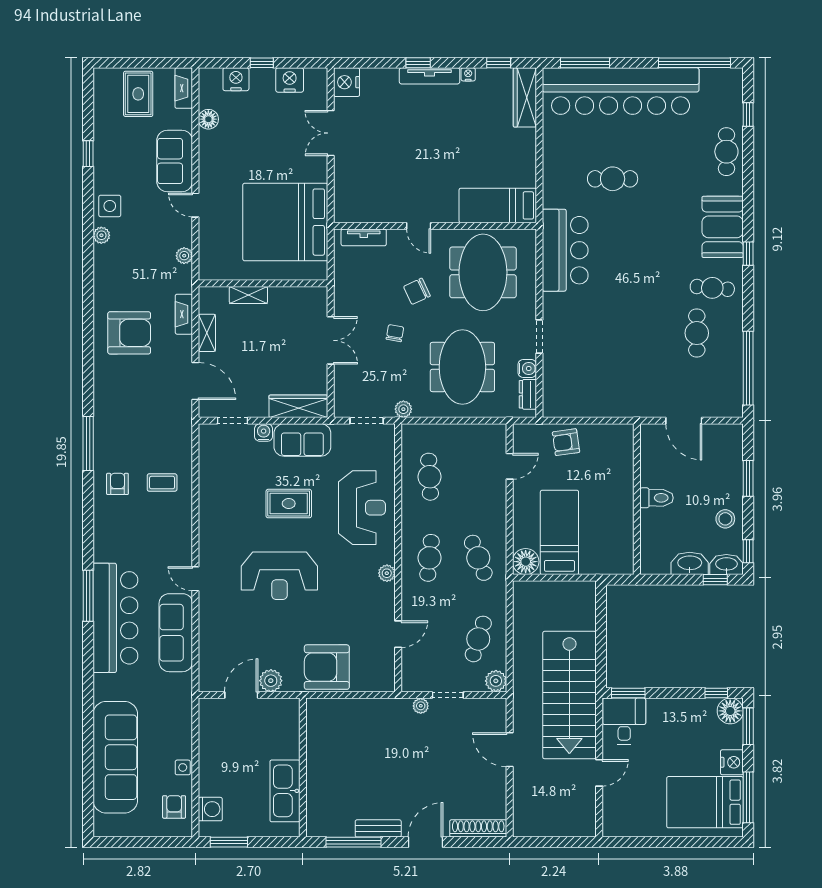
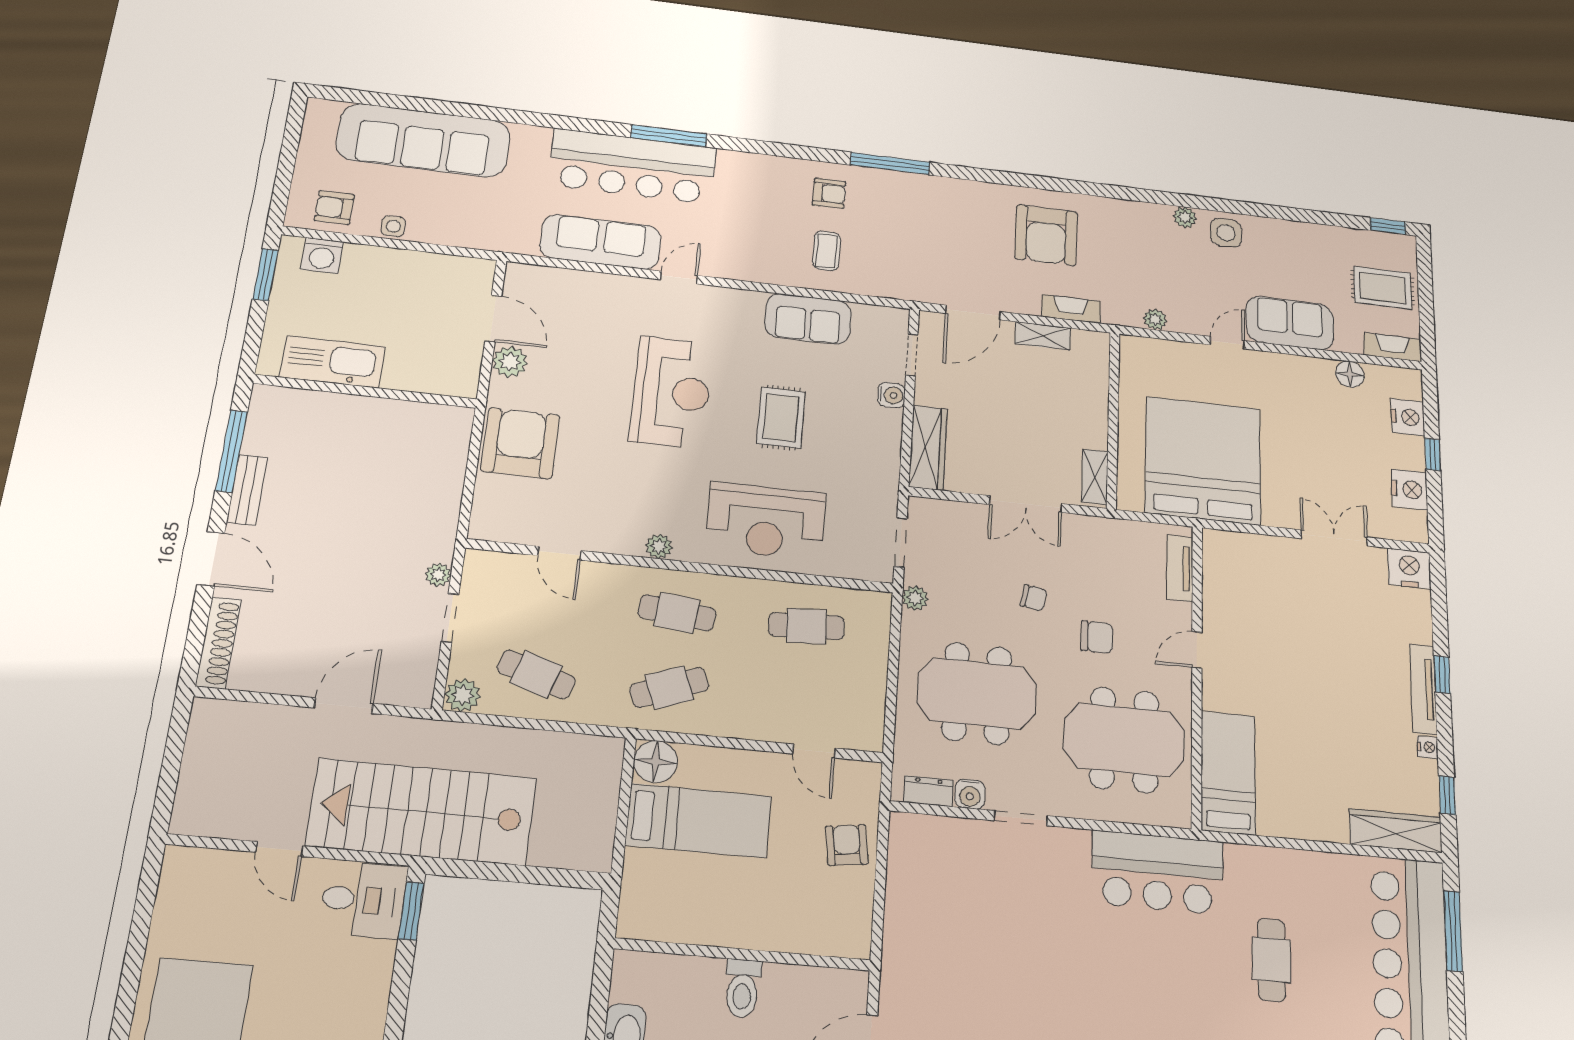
window: (88, 154) -> (1388, 226), moved
chair: (417, 291) -> (1097, 637), turned 115
shelving: (248, 295) -> (1095, 477), moved
sofa: (302, 440) -> (808, 319), moved, turned -90
reception desk: (279, 576) -> (671, 392), turned 180
armchair: (174, 807) -> (334, 208), turned 180

